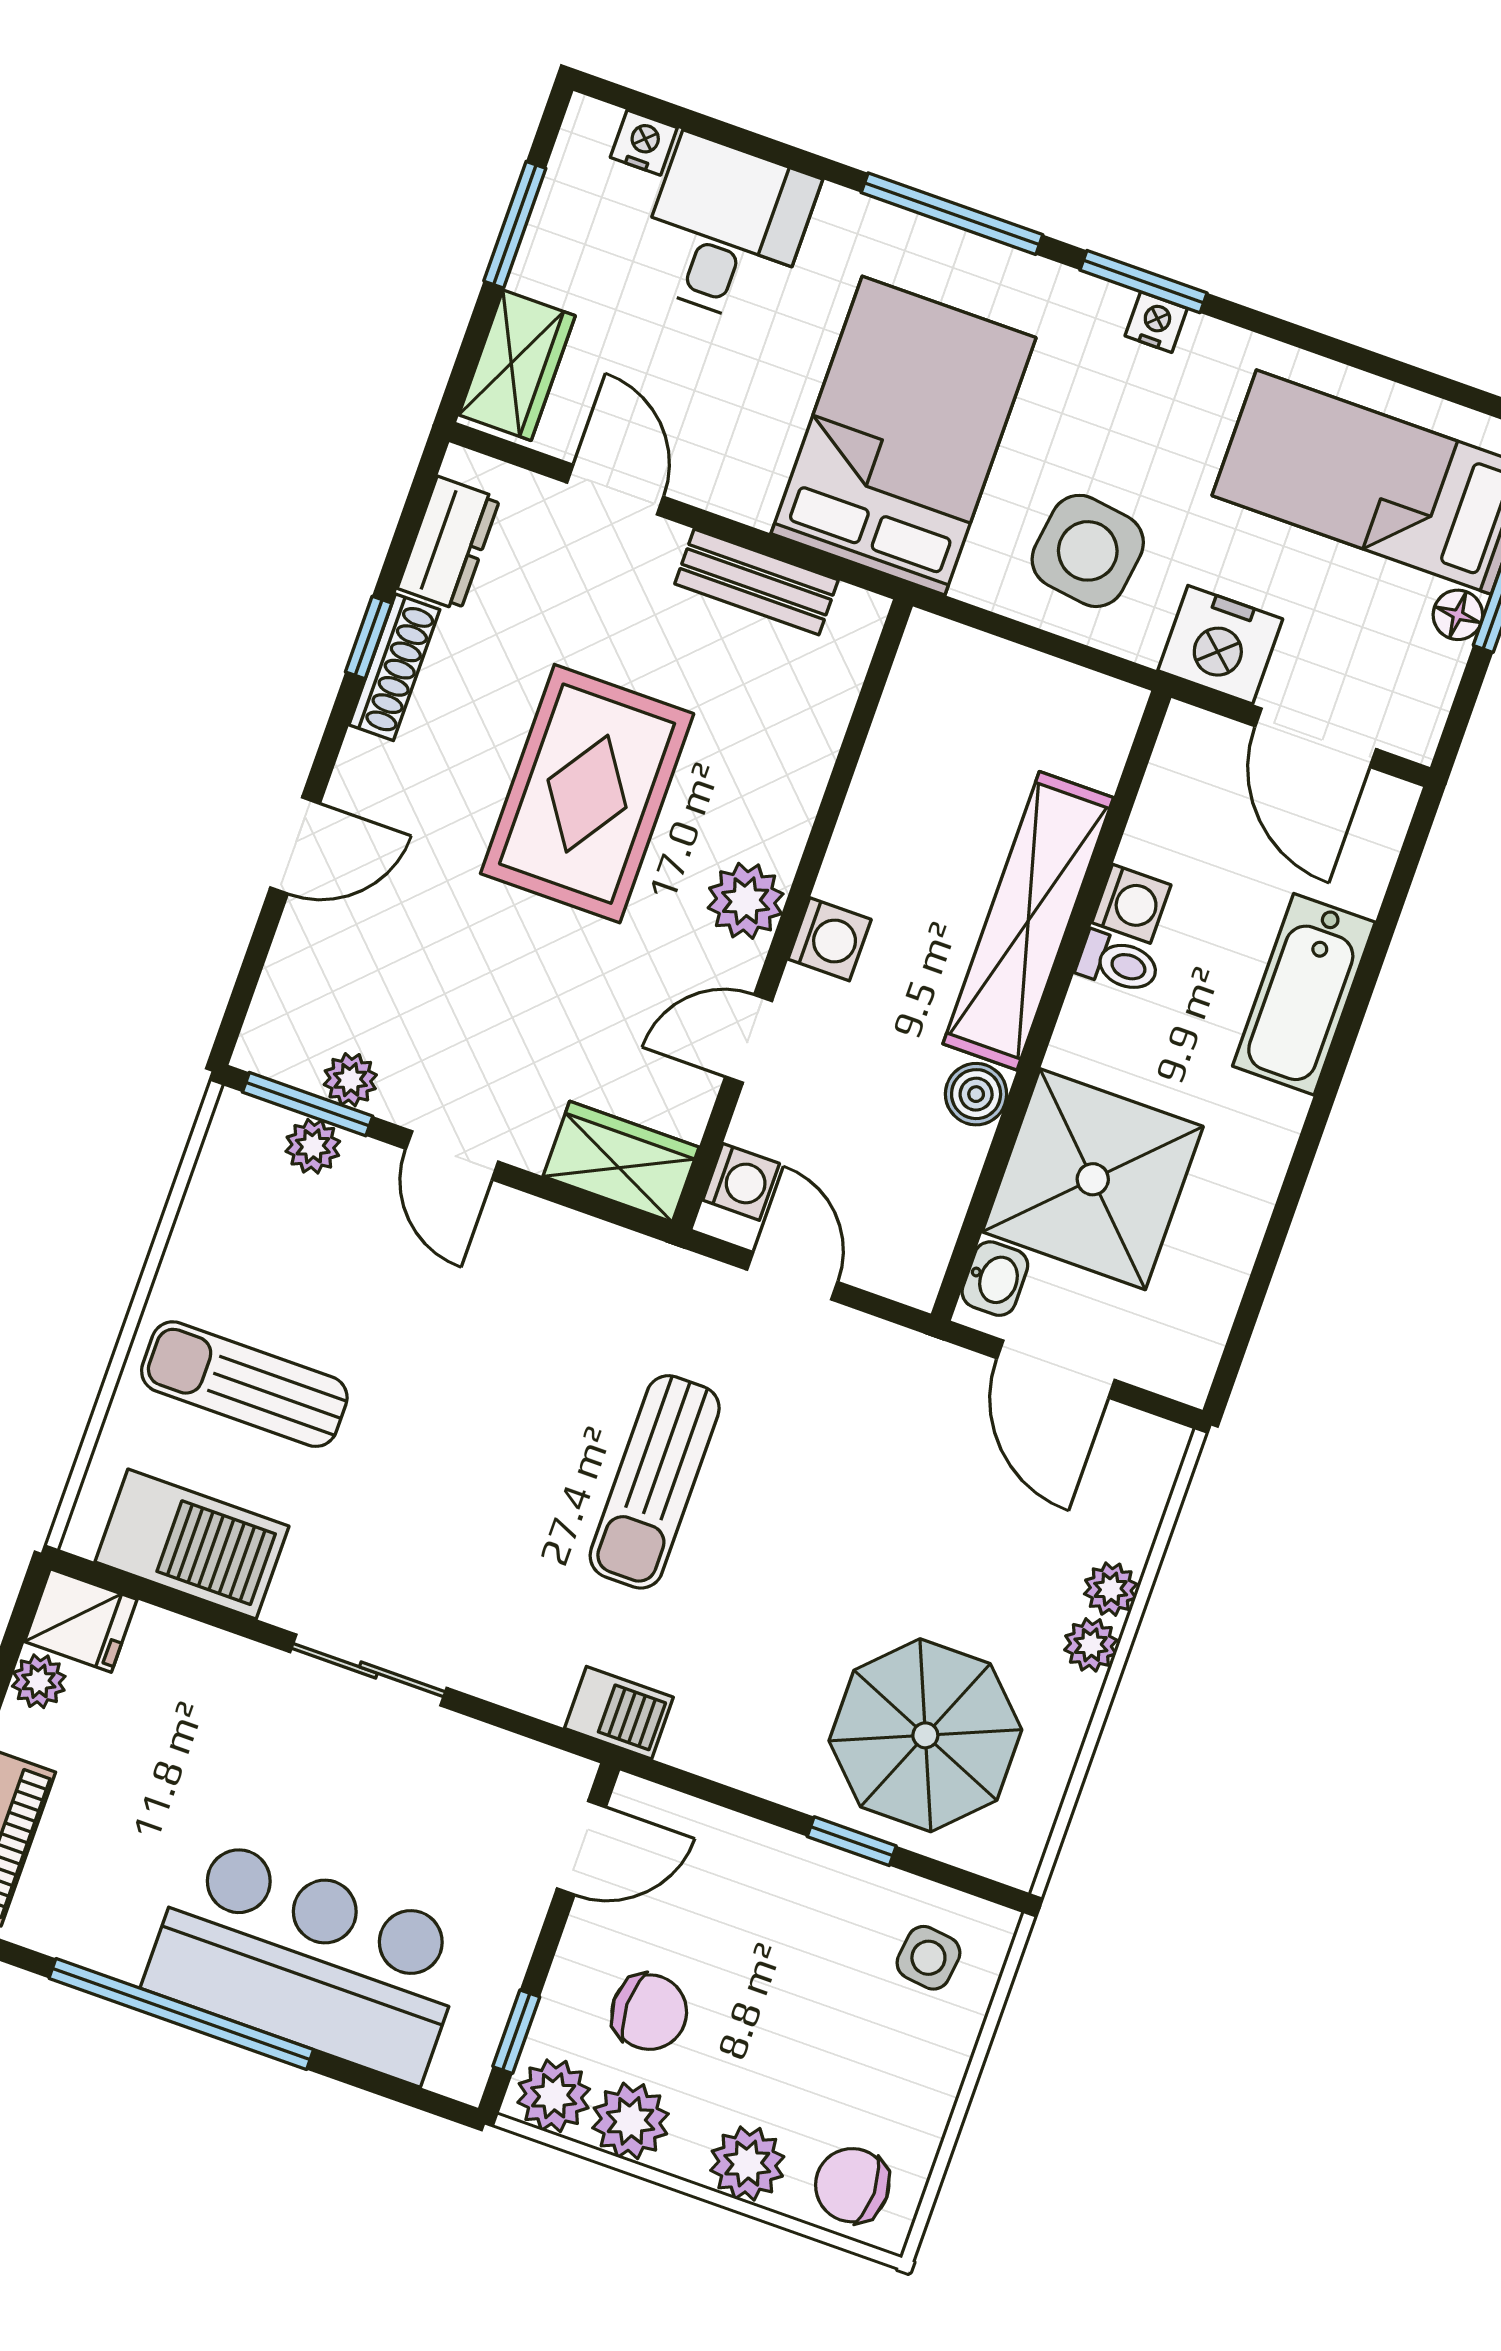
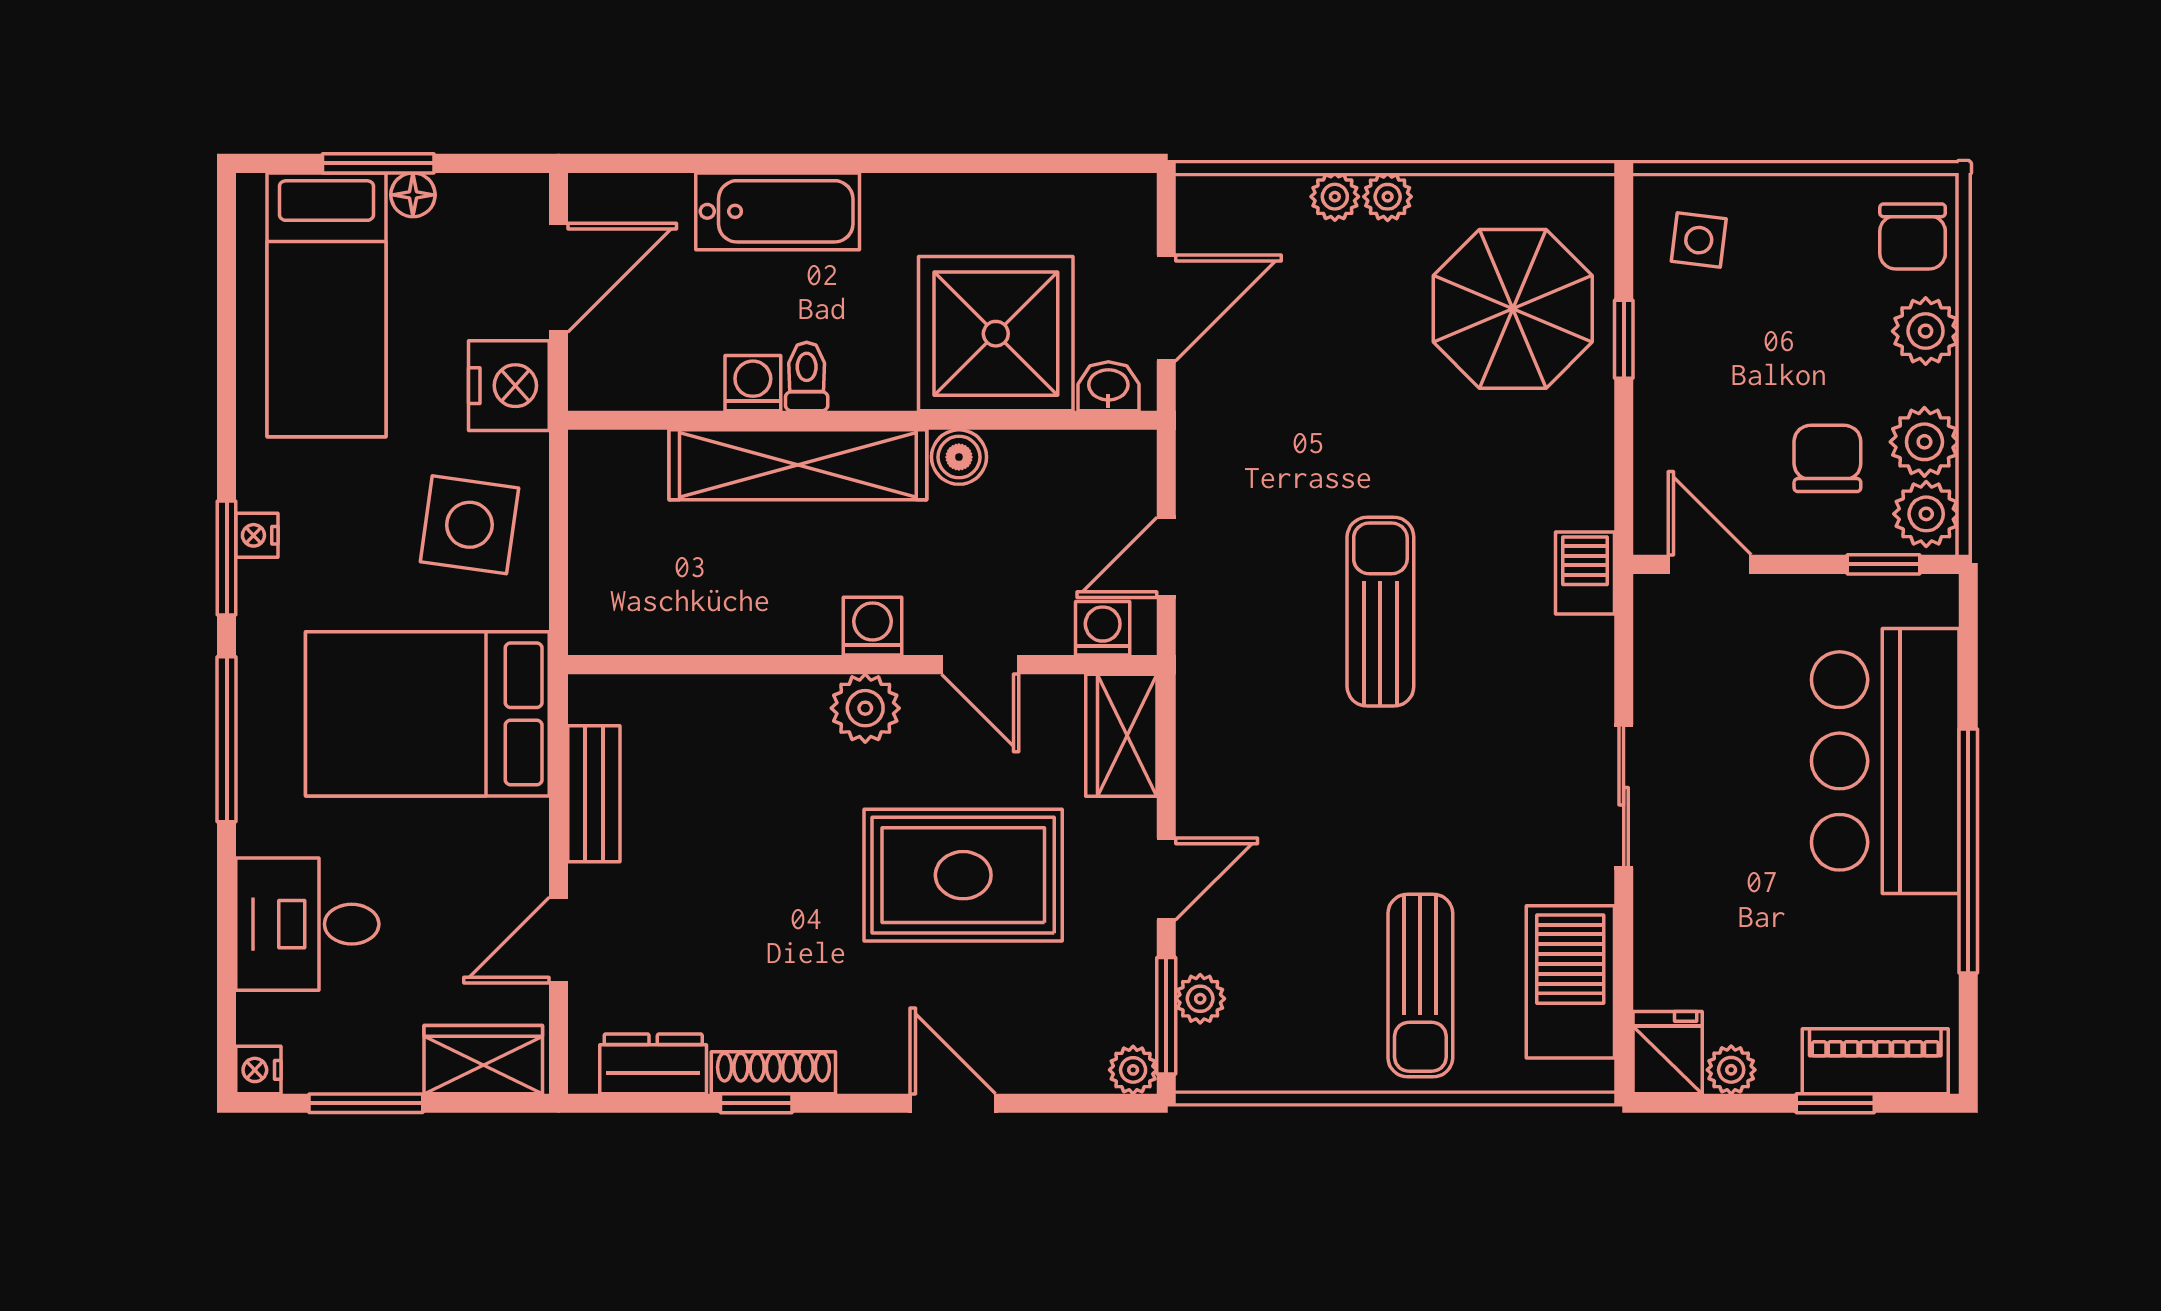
nightstand: (644, 143) -> (258, 1070), moved
rug: (587, 794) -> (963, 875), moved
plant: (350, 1080) -> (1133, 1070), moved
sun lounger: (655, 1482) -> (1380, 612), turned -90

